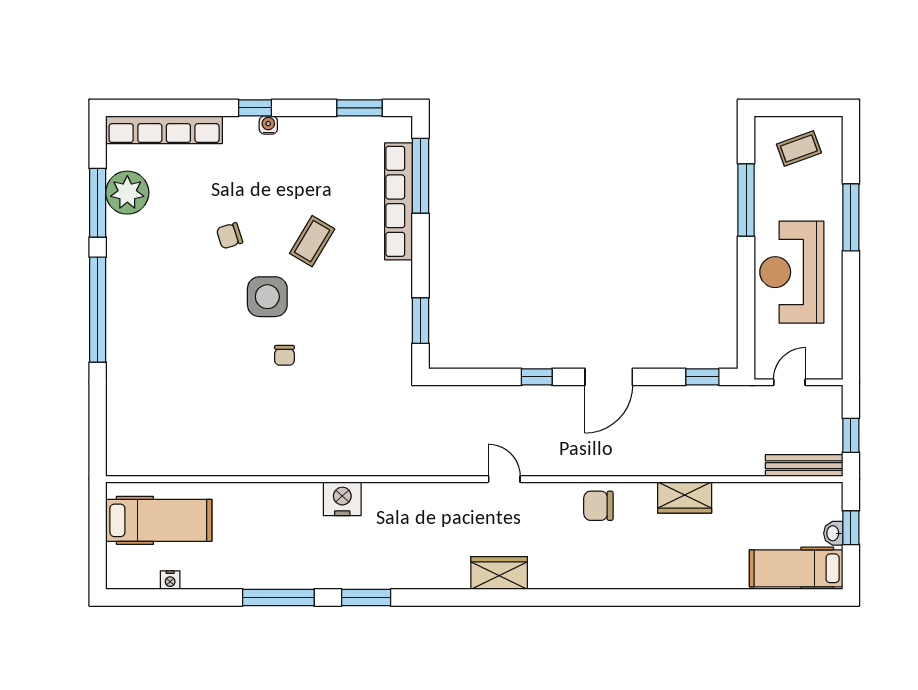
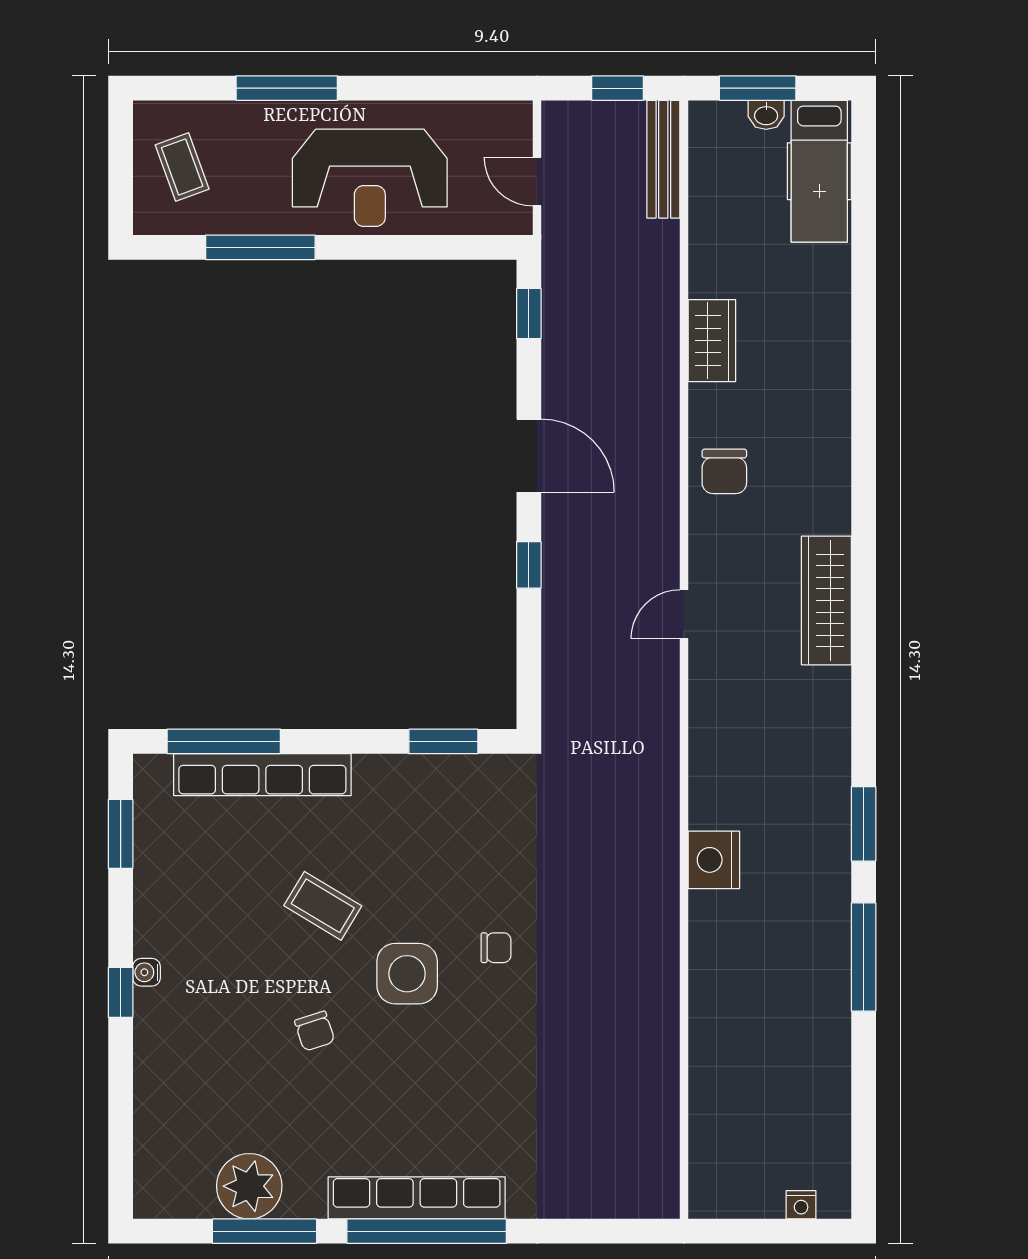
row of seats: (164, 130) -> (417, 1198), moved, turned -90
hospital bed: (159, 520) -> (747, 1138), removed
window: (851, 528) -> (758, 88), width x1.50
wardrobe: (499, 573) -> (826, 600), width x1.50
nightstand: (170, 580) -> (801, 1205), moved, turned 90

